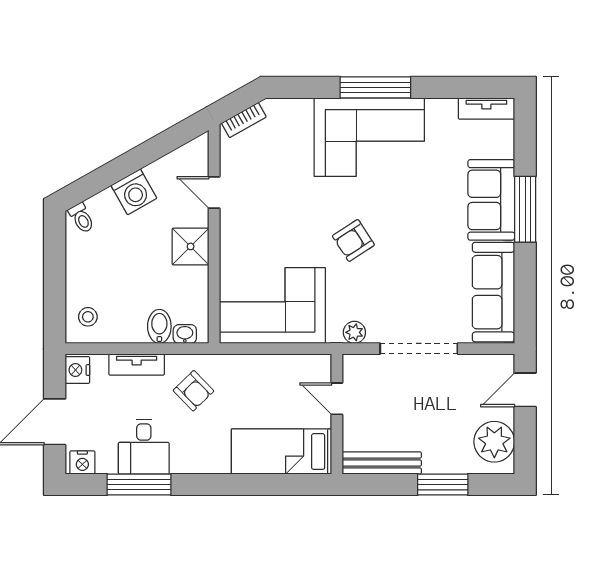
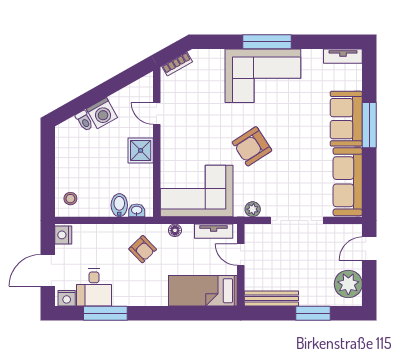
toilet: (82, 218) -> (84, 121), moved
armchair: (353, 240) -> (252, 146), width x1.38, depth x1.38
floor lamp: (241, 363) -> (175, 230), added
tv unit: (137, 364) -> (214, 231), moved
desk: (144, 447) -> (94, 287), moved

